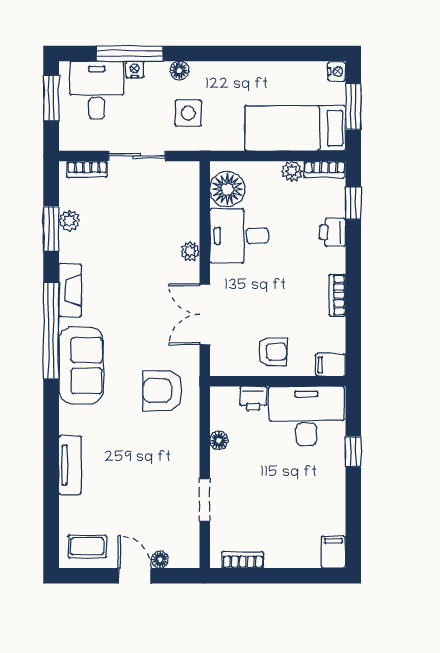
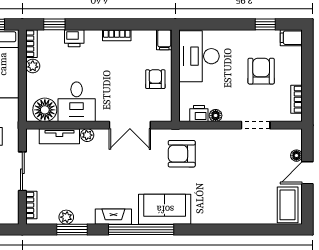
armchair: (163, 391) -> (182, 154), turned 90
printer: (253, 398) -> (199, 113), moved, turned -90
window: (353, 452) -> (265, 24), moved
tv unit: (70, 465) -> (59, 136), moved, turned 180
armchair: (284, 508) -> (261, 71), added
coffee table: (87, 546) -> (288, 205), width x1.36, depth x1.30

